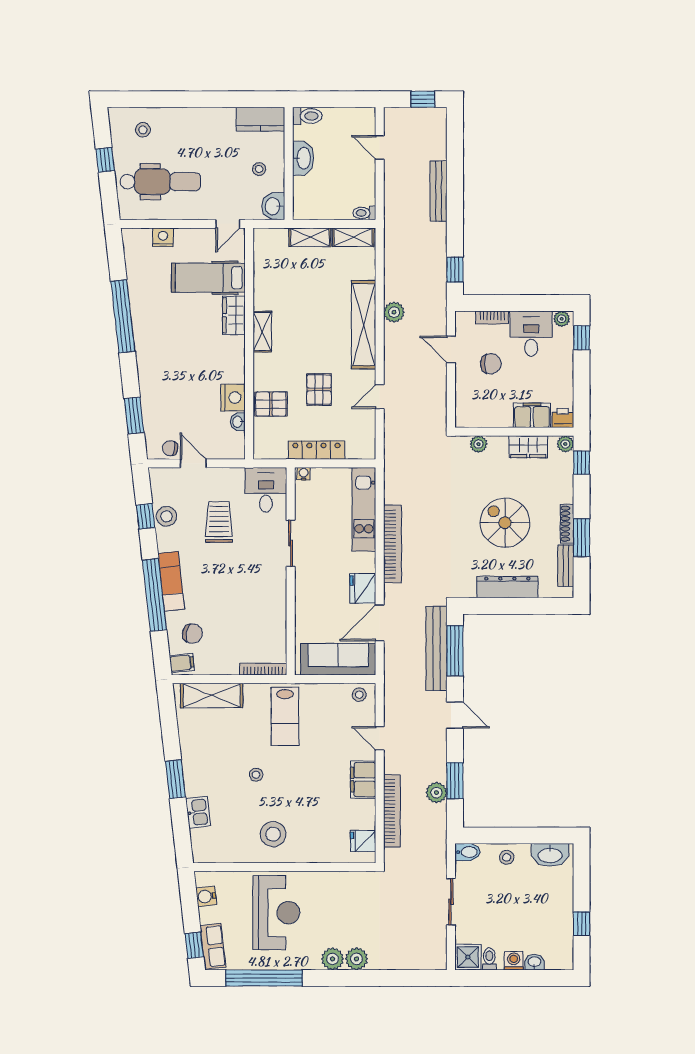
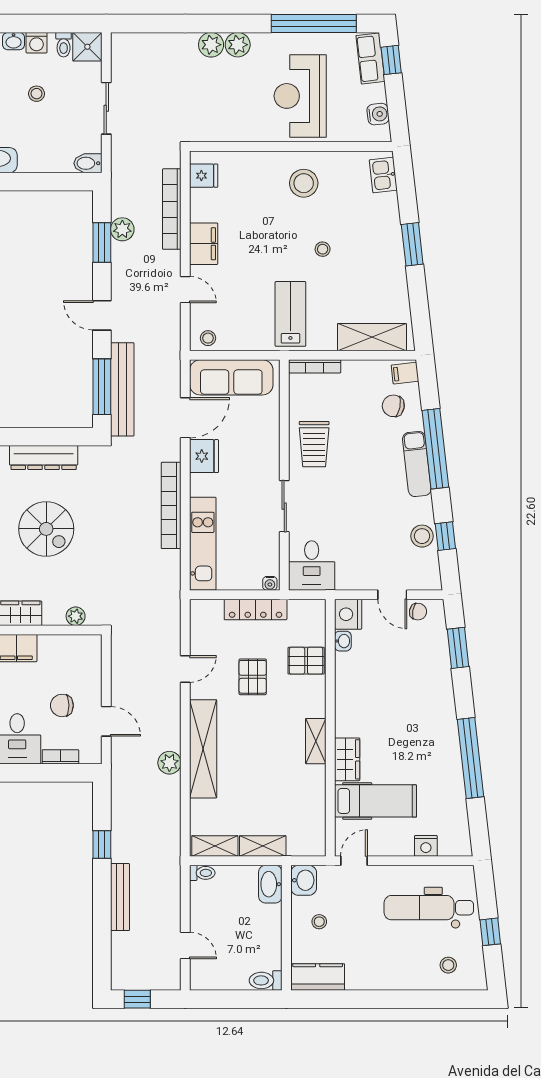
washbasin: (303, 158) -> (270, 884), moved
window: (455, 270) -> (102, 844), moved
nightstand: (233, 398) -> (348, 614), moved
trolley: (219, 522) -> (314, 444), moved
kitchen sink: (198, 812) -> (383, 175), moved
stool: (507, 857) -> (37, 94), moved

